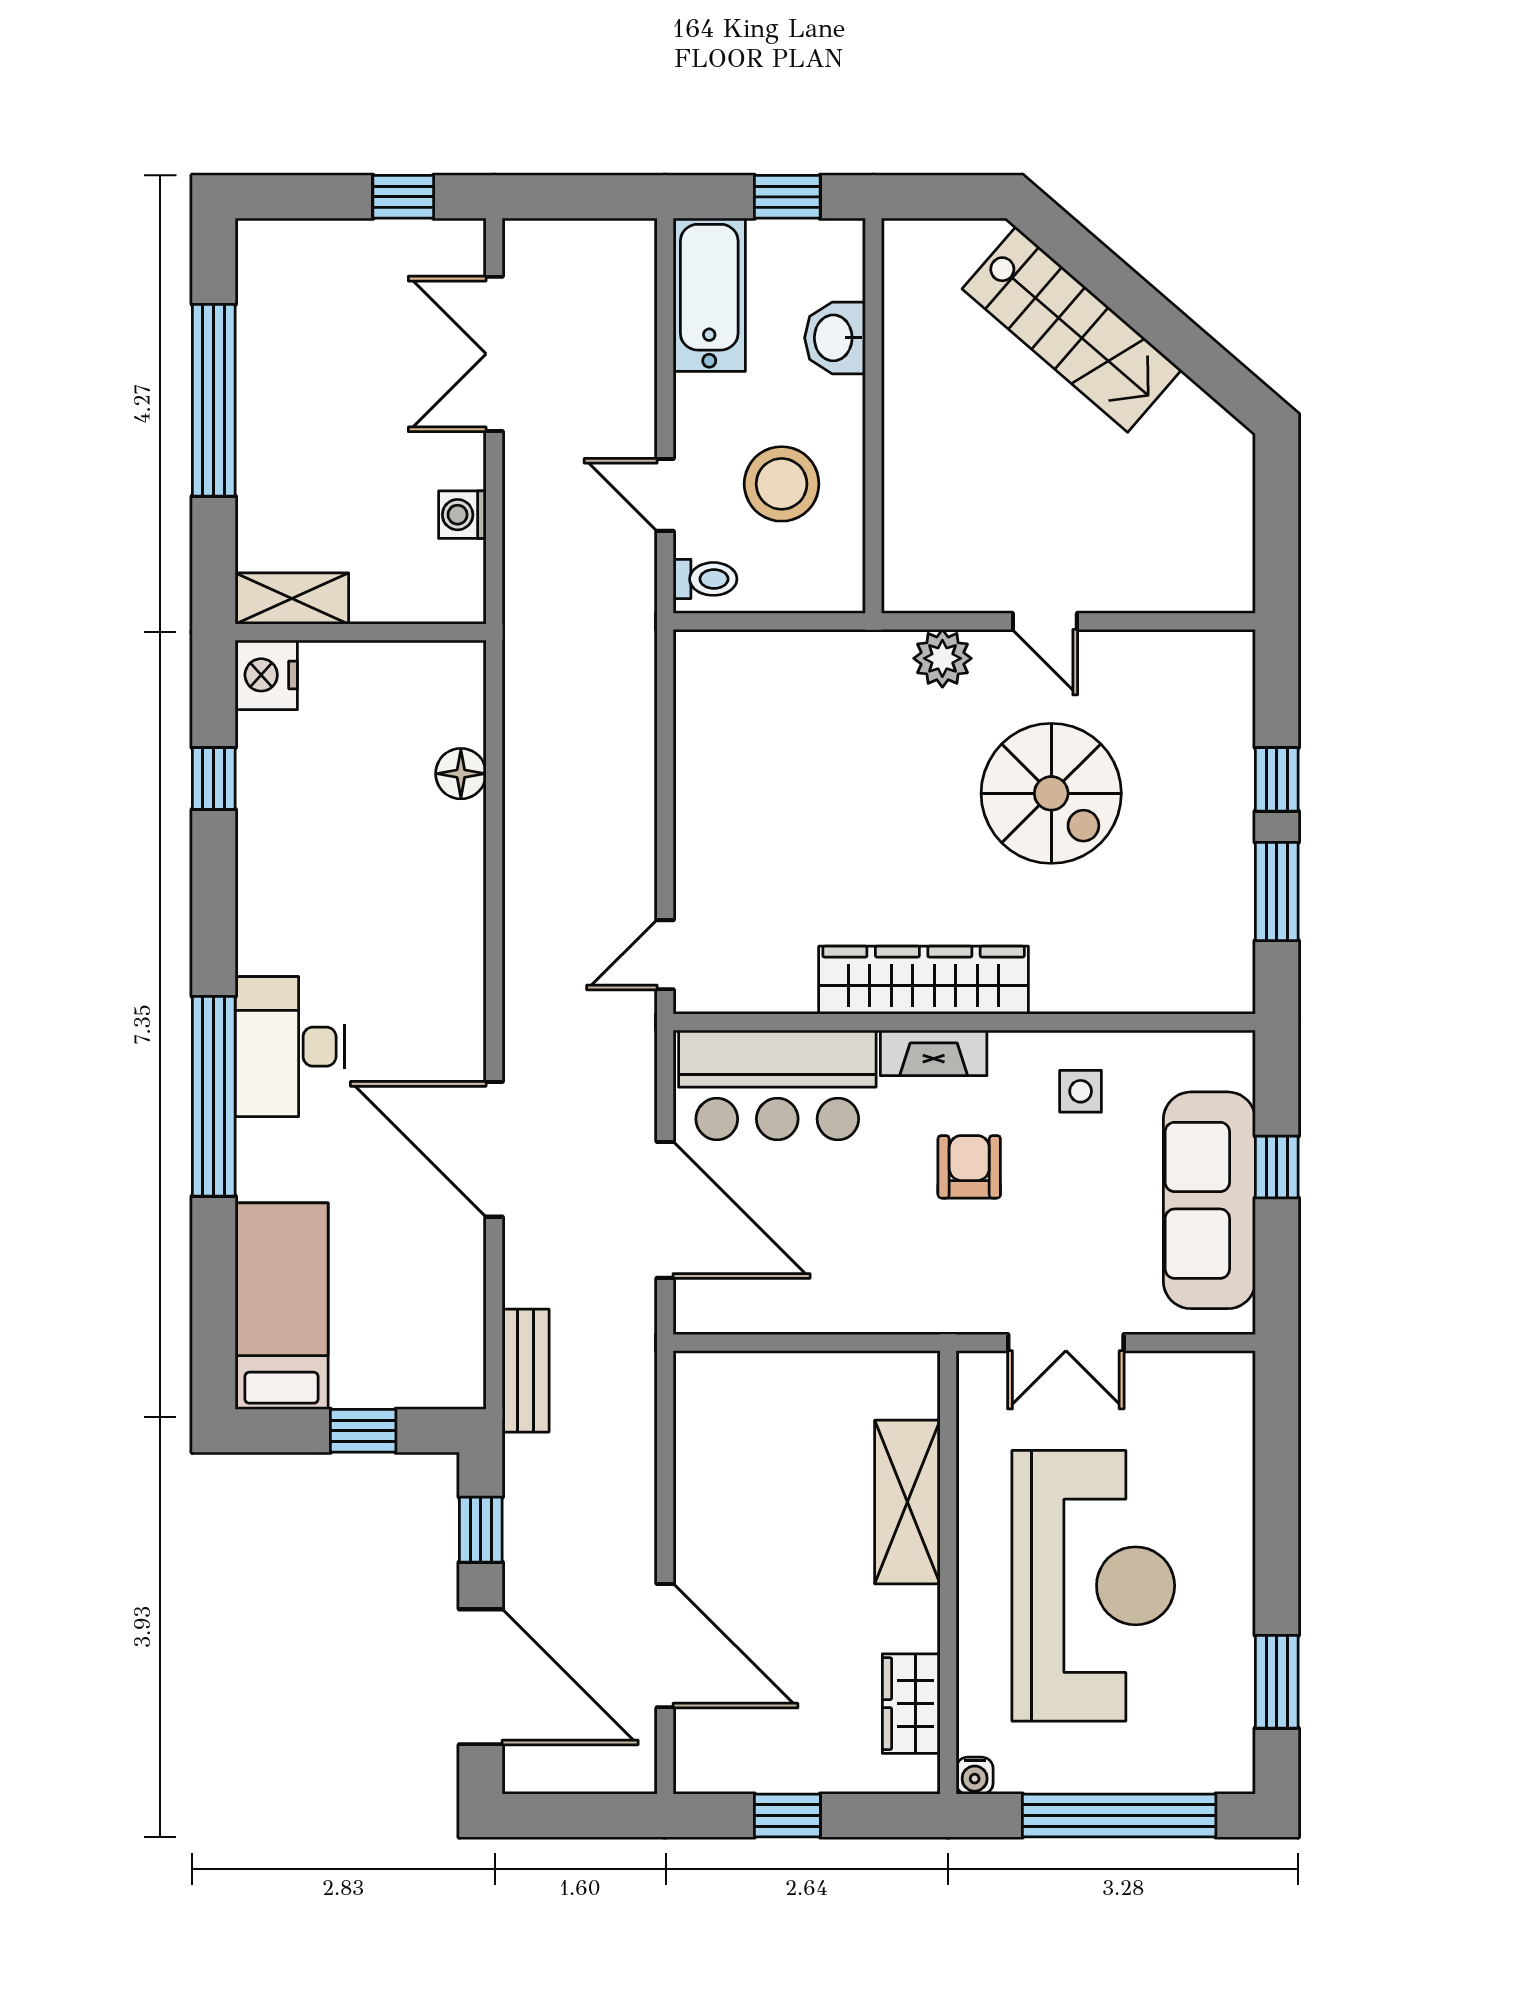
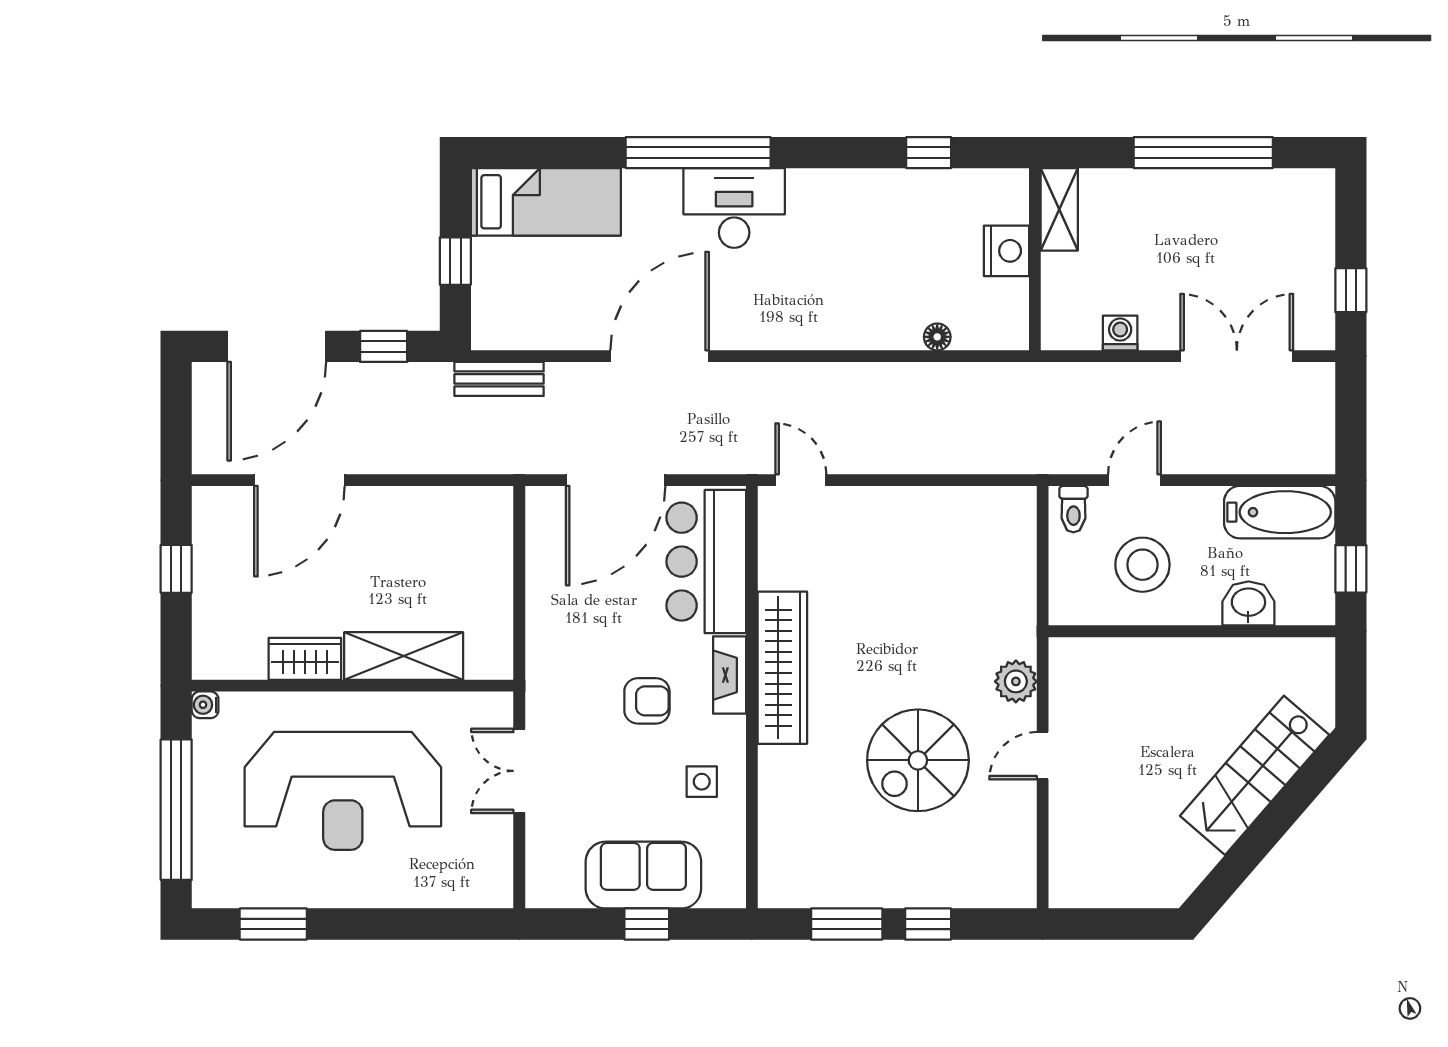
nightstand: (266, 675) -> (1006, 251), moved, turned 90
floor lamp: (461, 774) -> (937, 337), width x0.73, depth x0.73
sofa: (1209, 1200) -> (643, 875), width x0.73
wardrobe: (911, 1704) -> (305, 659), moved

